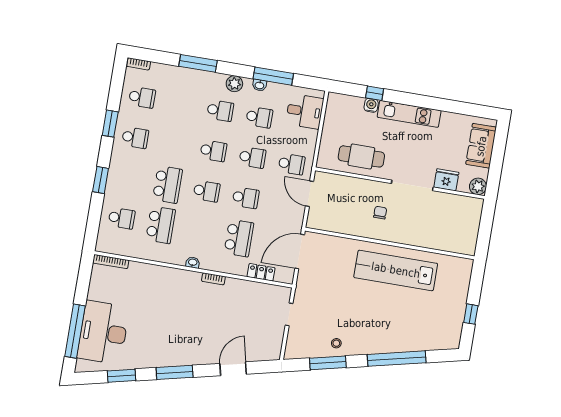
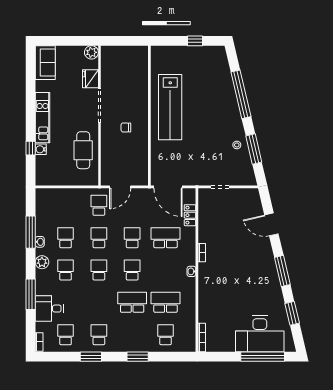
desk: (305, 111) -> (49, 309), moved, turned -90
sofa: (481, 146) -> (45, 63), moved, turned -90

